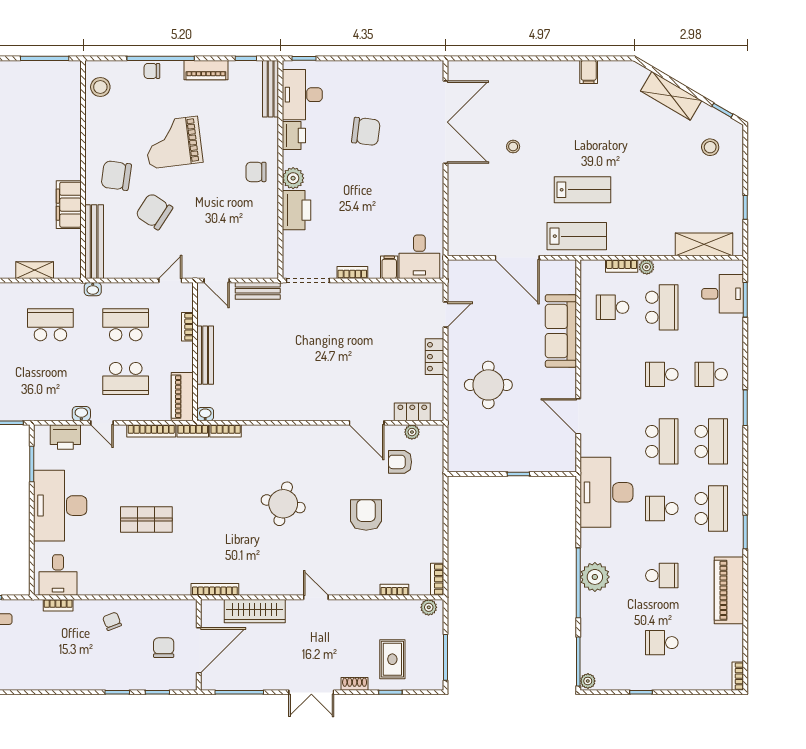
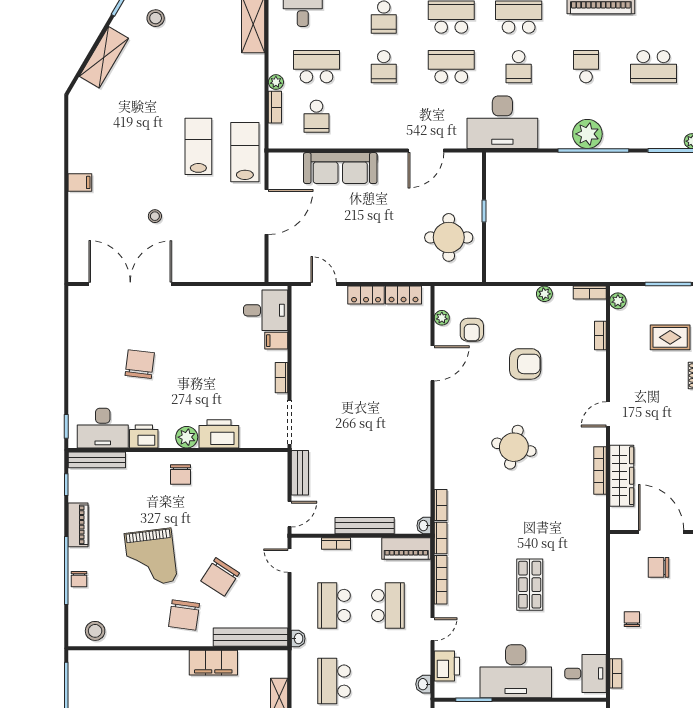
filing cabinet: (589, 72) -> (80, 182), moved
round table: (488, 385) -> (449, 237), moved
locker: (412, 412) -> (404, 295), moved, turned -90
washbasin: (81, 414) -> (423, 684), moved
armchair: (366, 515) -> (525, 364), turned 180
plant: (436, 534) -> (544, 294), added
bookcase: (215, 589) -> (600, 470), moved
chair: (112, 621) -> (632, 619), turned 111
school desk: (662, 643) -> (653, 67), width x1.85

